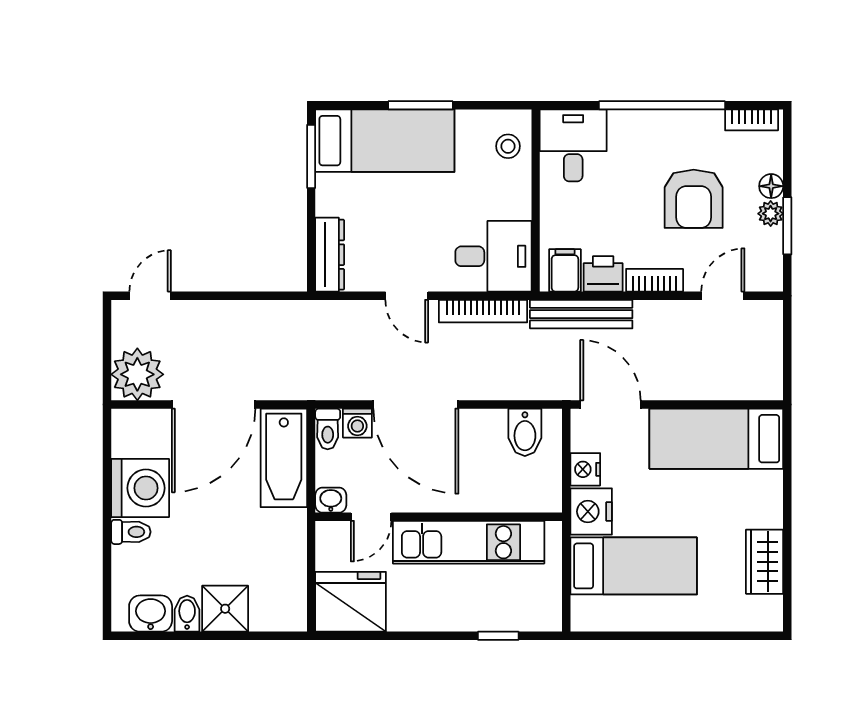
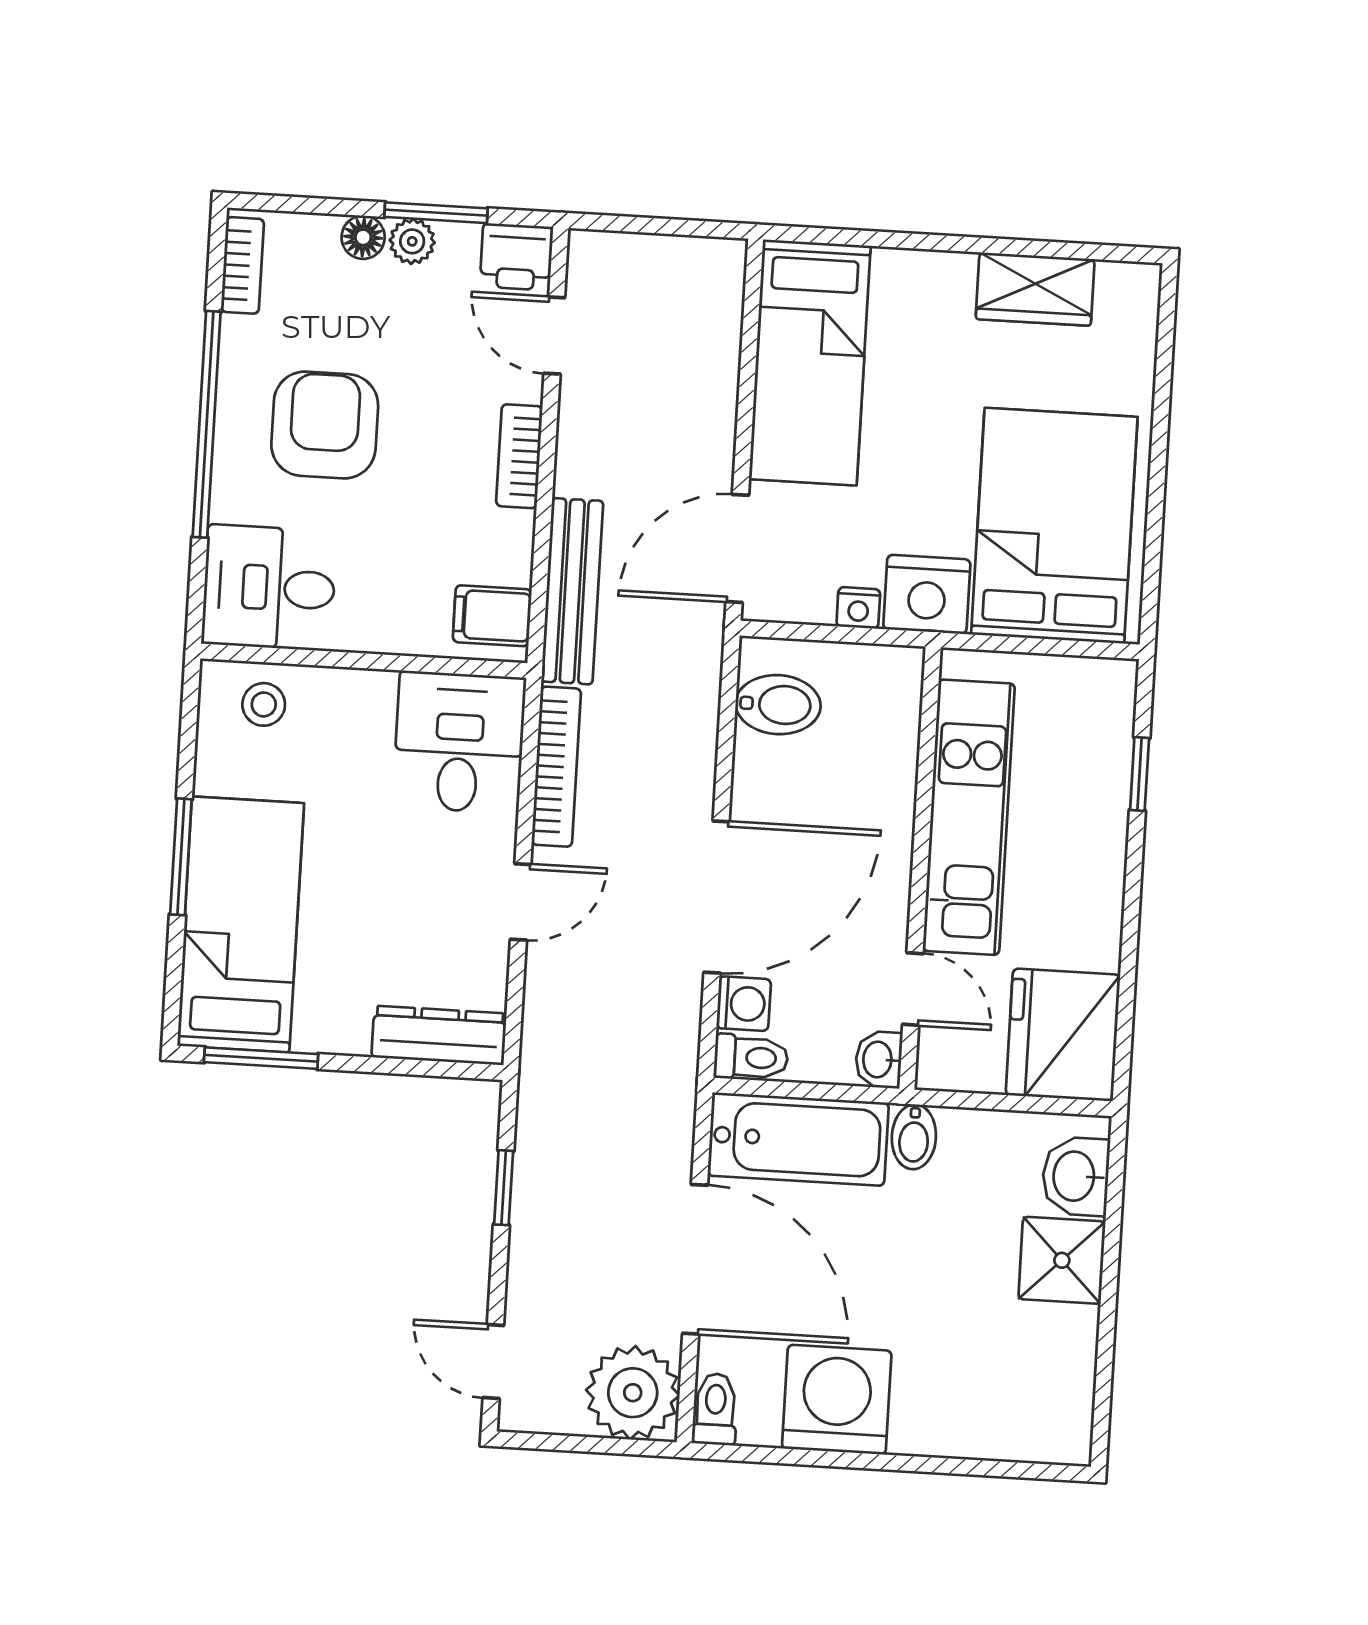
armchair: (694, 199) -> (325, 425), moved, turned -90
printer: (603, 274) -> (516, 257), moved, turned -90
window: (247, 296) -> (504, 1188), added
nightstand: (585, 469) -> (858, 608), width x0.72, depth x0.74
toilet: (131, 532) -> (715, 1409), moved
bed: (634, 566) -> (1054, 526), width x1.50
washbasin: (151, 614) -> (1076, 1176), moved
bidet: (187, 614) -> (914, 1137), moved, turned -90

